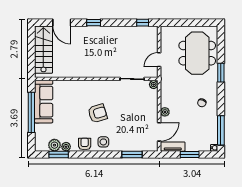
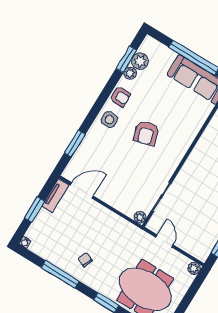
plant: (165, 112) -> (194, 268), moved
window: (221, 130) -> (60, 274), moved
door: (159, 132) -> (82, 190), swing flipped

